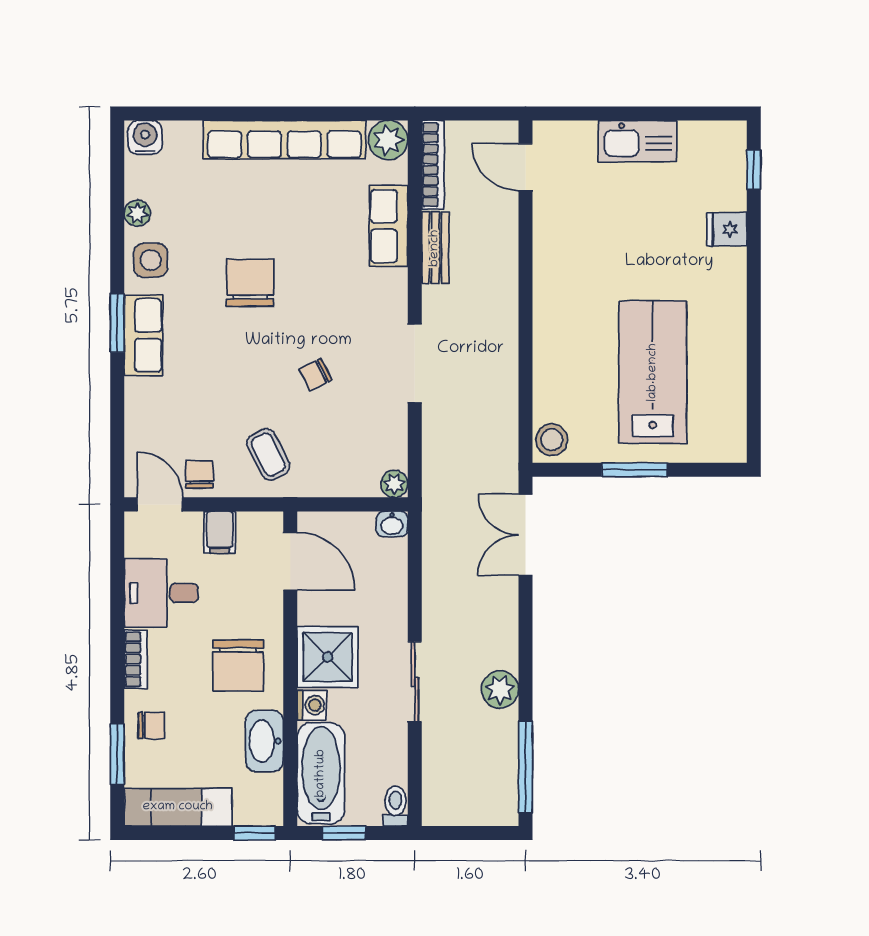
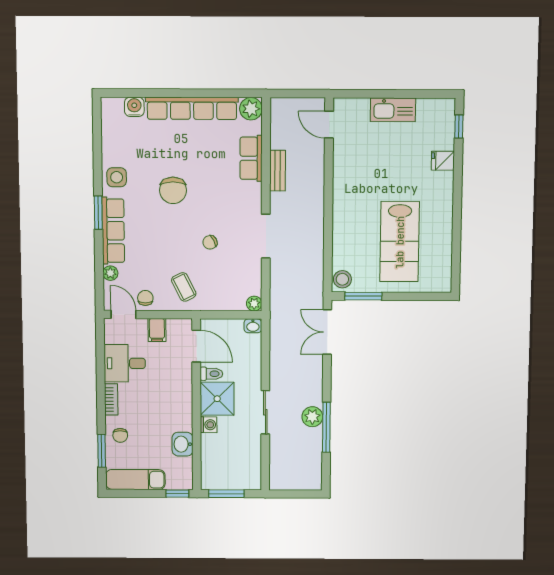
water cooler: (145, 137) -> (134, 107), moved
bookcase: (433, 165) -> (276, 123), removed
plant: (137, 213) -> (110, 273), moved
chair: (250, 283) -> (173, 190), turned 180
row of seats: (143, 335) -> (113, 231), width x1.48
lab bench: (653, 372) -> (400, 242), turned 180
window: (635, 470) -> (363, 296), moved
chair: (238, 665) -> (168, 403), removed
chair: (151, 725) -> (120, 435), turned 90
washbasin: (264, 741) -> (183, 444), width x0.72
window: (525, 767) -> (326, 427), moved
bathtub: (321, 773) -> (214, 462), removed
toilet: (395, 806) -> (211, 374), moved, turned 90
window: (344, 833) -> (226, 494), width x1.50

